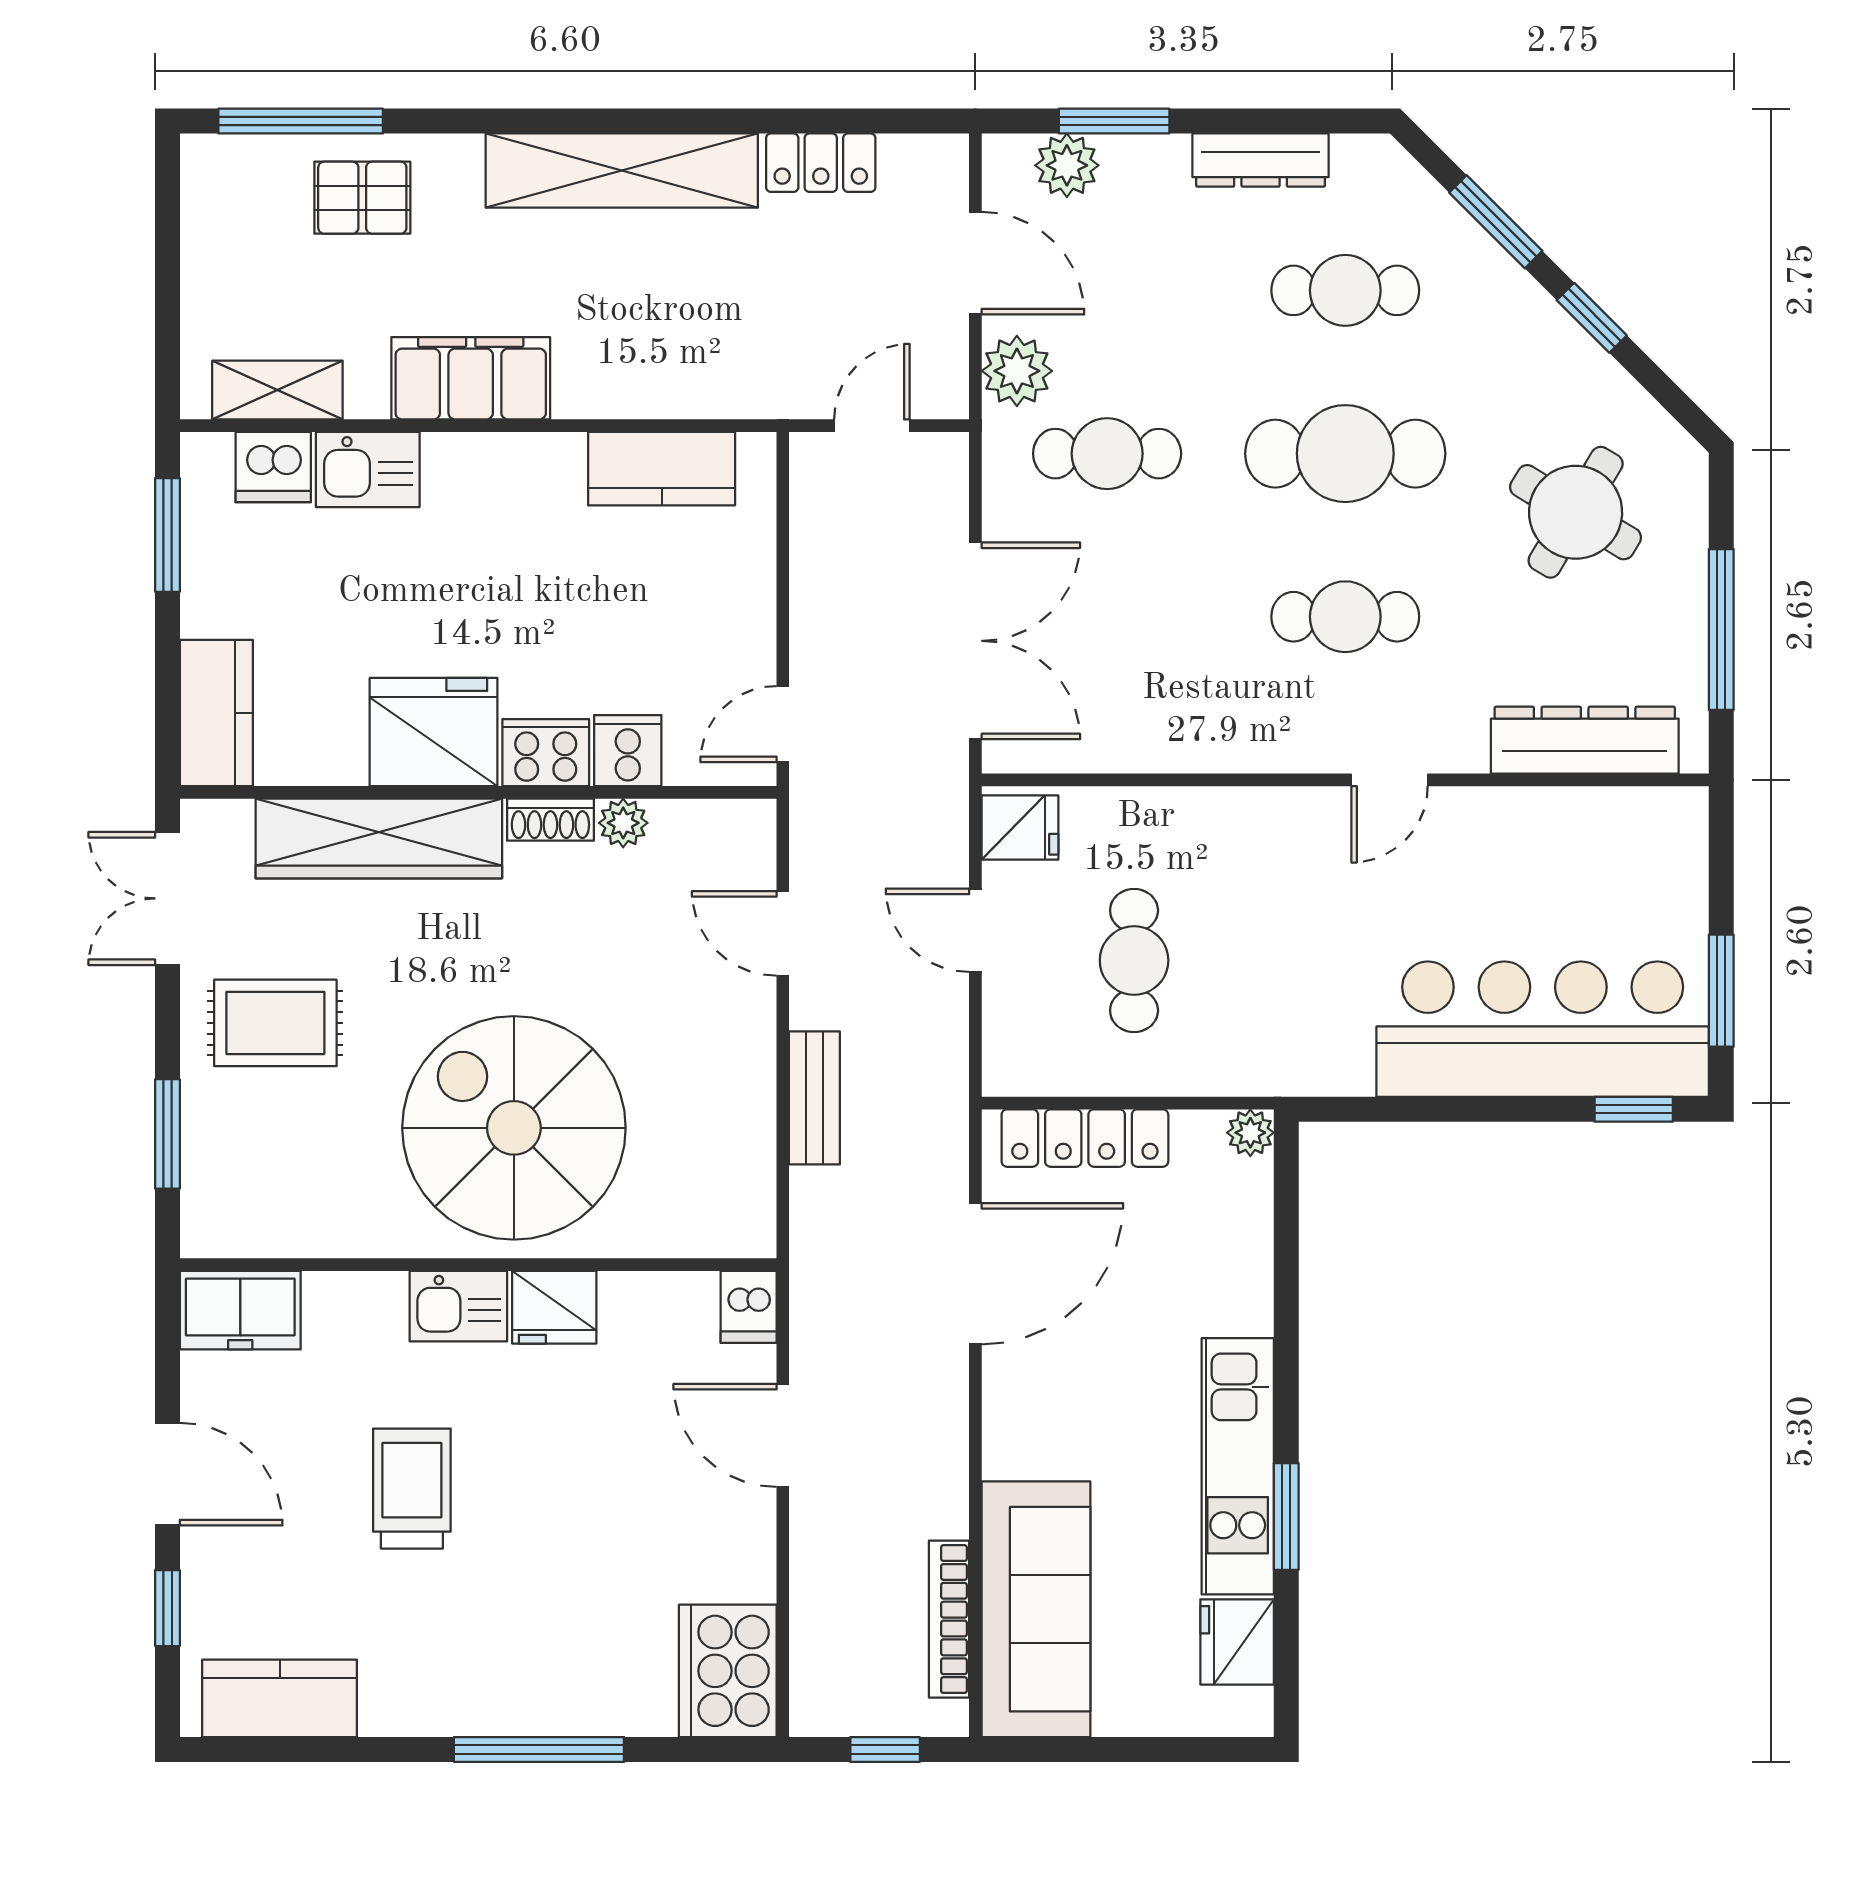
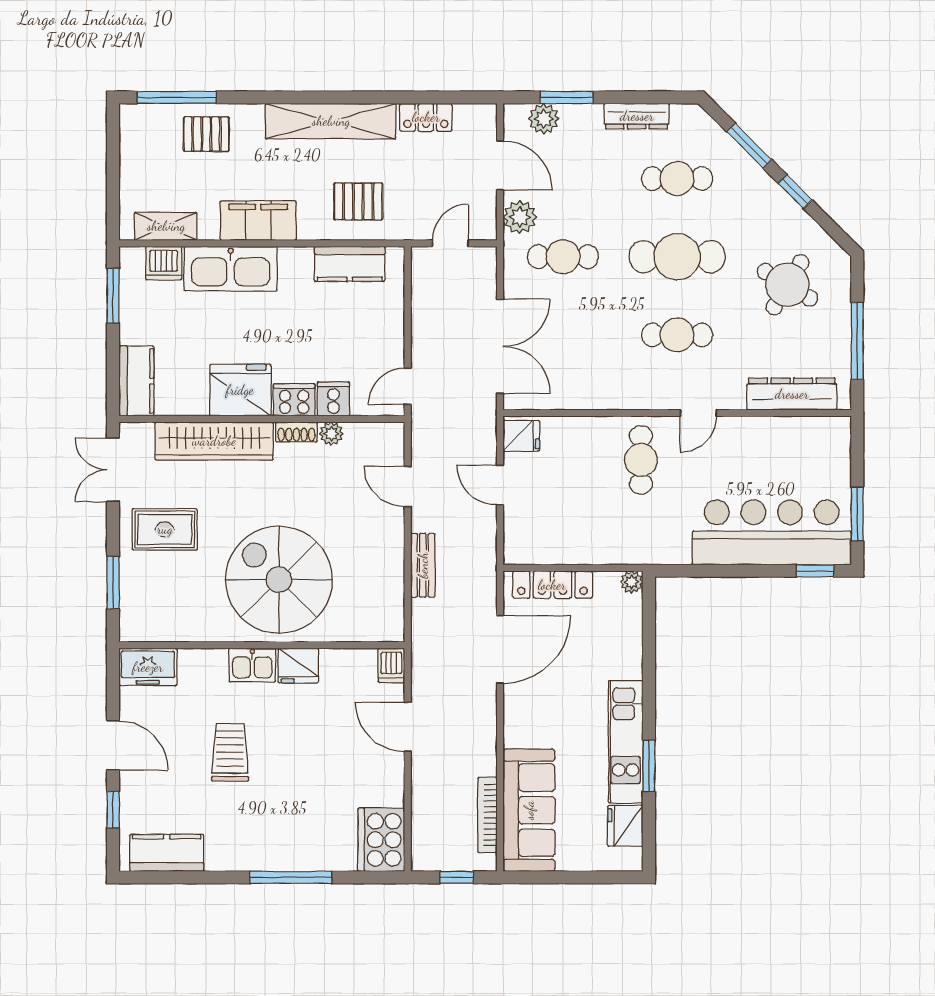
pallet: (680, 338) -> (358, 201), added
kitchen sink: (368, 469) -> (231, 269), width x1.88, depth x1.24
cafe table: (1134, 960) -> (641, 460), moved

